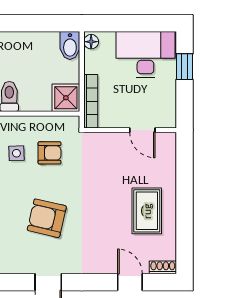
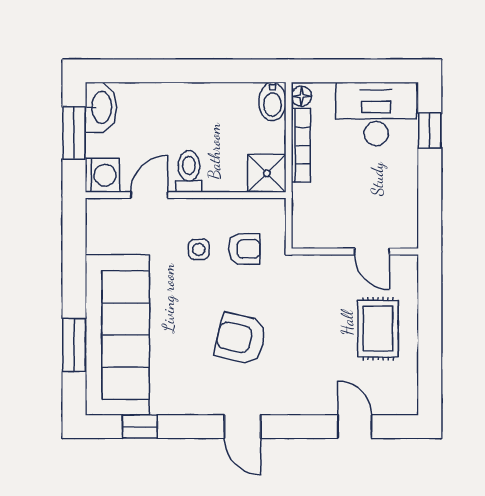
bookcase: (91, 101) -> (301, 145), moved
wall: (130, 130) -> (355, 252), moved
door: (142, 130) -> (372, 252), moved
shoe rack: (163, 267) -> (400, 406), removed

